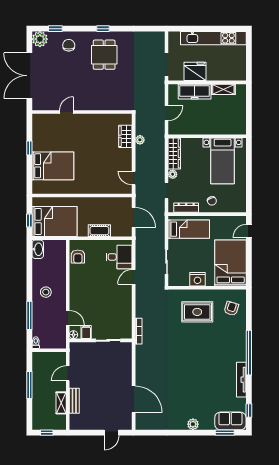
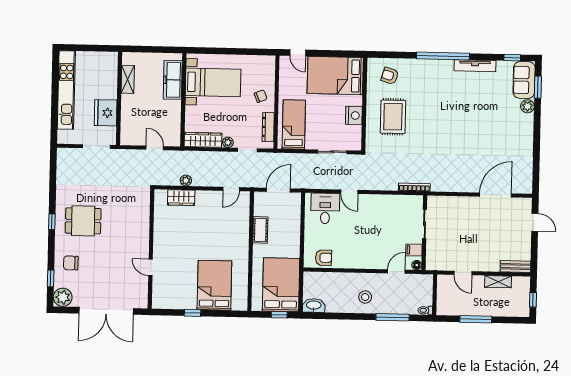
freezer: (195, 92) -> (173, 80), moved, turned 180
cot: (99, 231) -> (260, 230), moved
bench: (74, 401) -> (515, 266), moved
plant: (193, 424) -> (527, 106), moved

